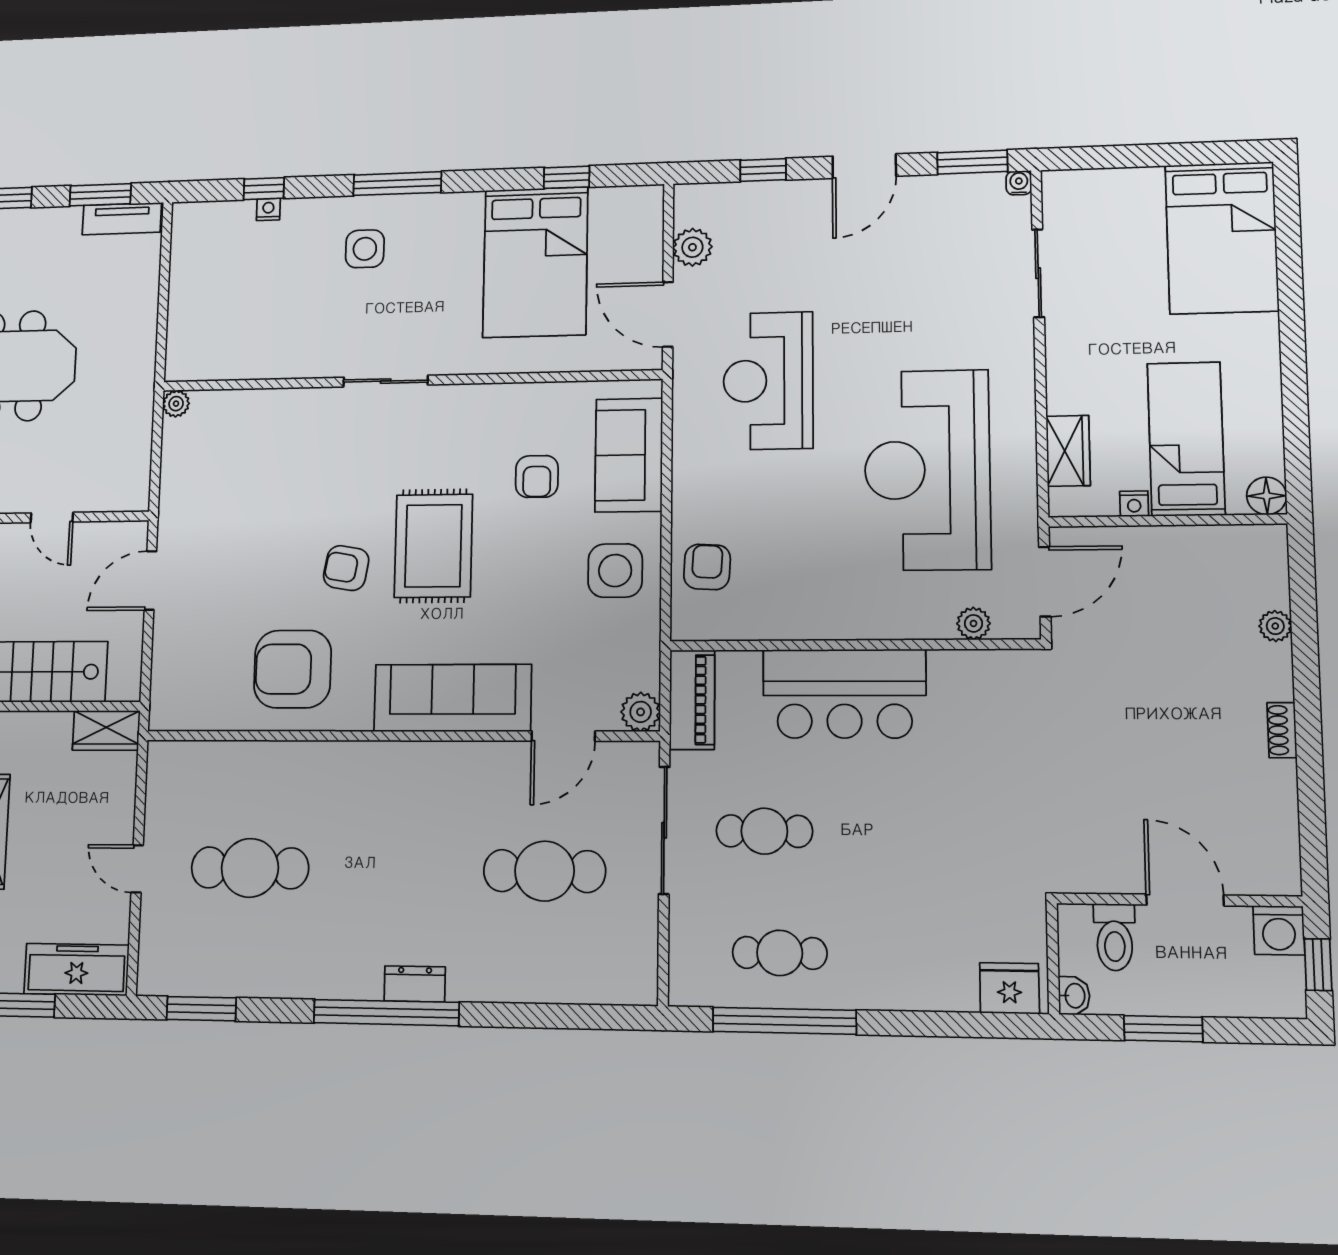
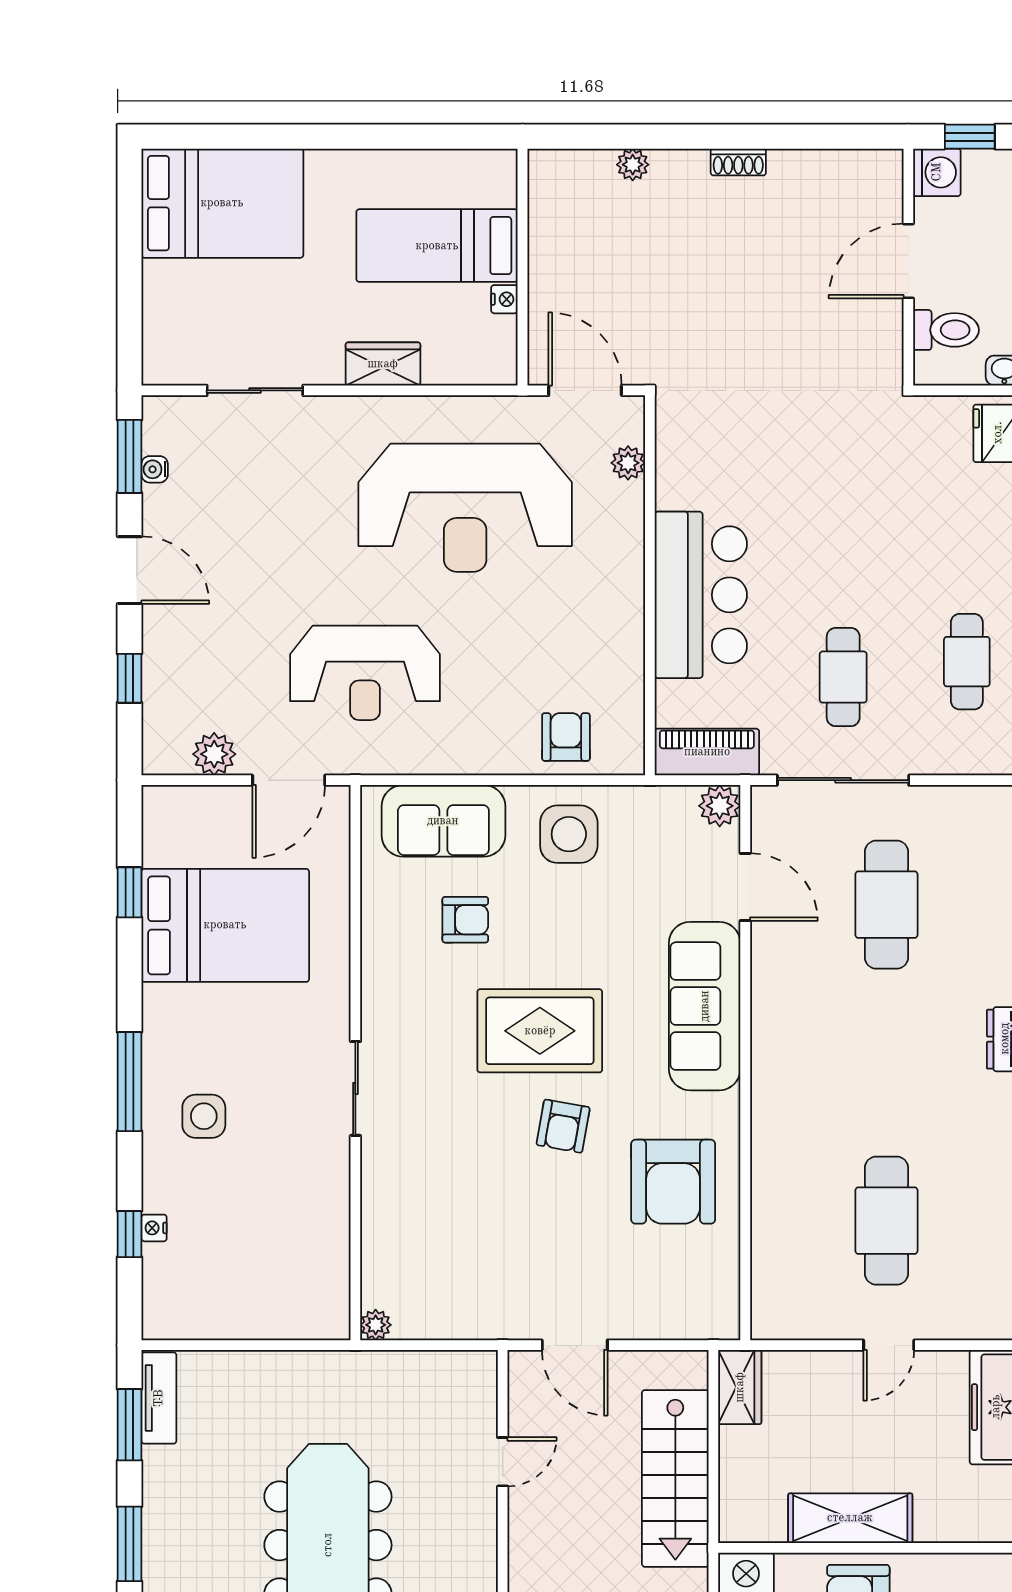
water cooler: (1019, 183) -> (155, 469), moved
wardrobe: (1068, 451) -> (383, 364), moved
floor lamp: (1267, 496) -> (498, 168), removed
armchair: (707, 567) -> (566, 737), turned 87

